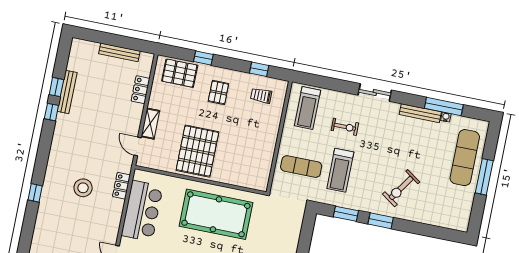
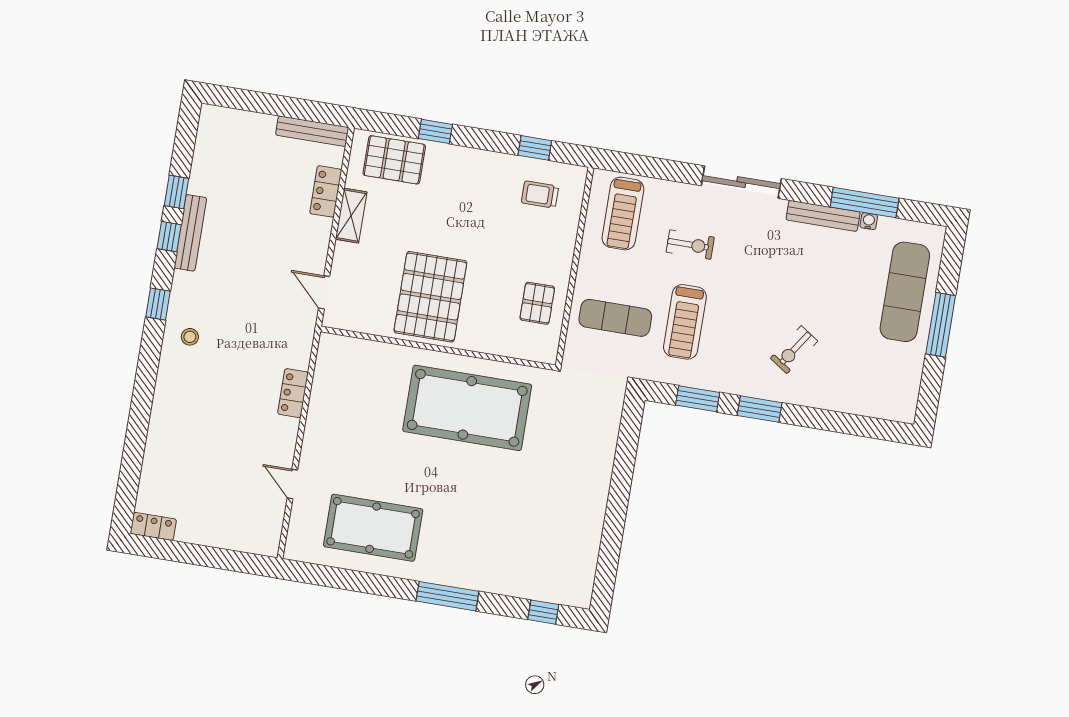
bench: (119, 52) -> (312, 131), moved
bench: (67, 92) -> (190, 233), moved
pallet: (218, 92) -> (537, 303), moved
sliding door: (375, 93) -> (741, 182), width x1.37
shelving: (150, 124) -> (351, 216), moved
locker: (121, 186) -> (293, 393), moved
stool: (83, 188) -> (190, 337), moved, width x0.53, depth x0.53
exercise bike: (401, 188) -> (794, 350), width x0.73, depth x0.72
window: (35, 193) -> (158, 304), moved
bar counter: (142, 211) -> (336, 406), removed

